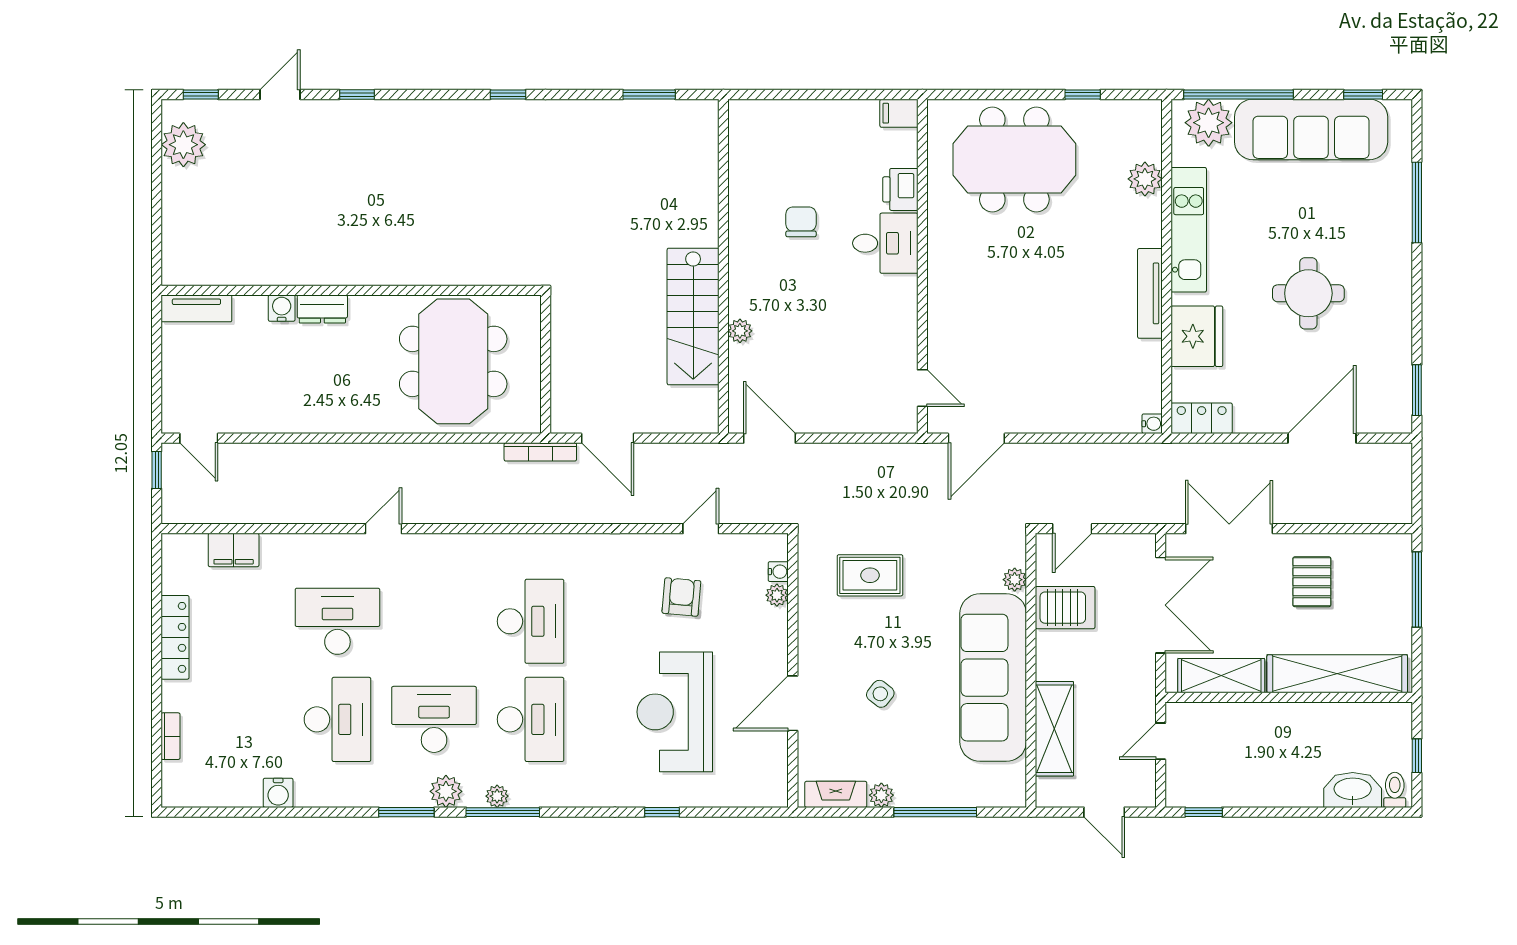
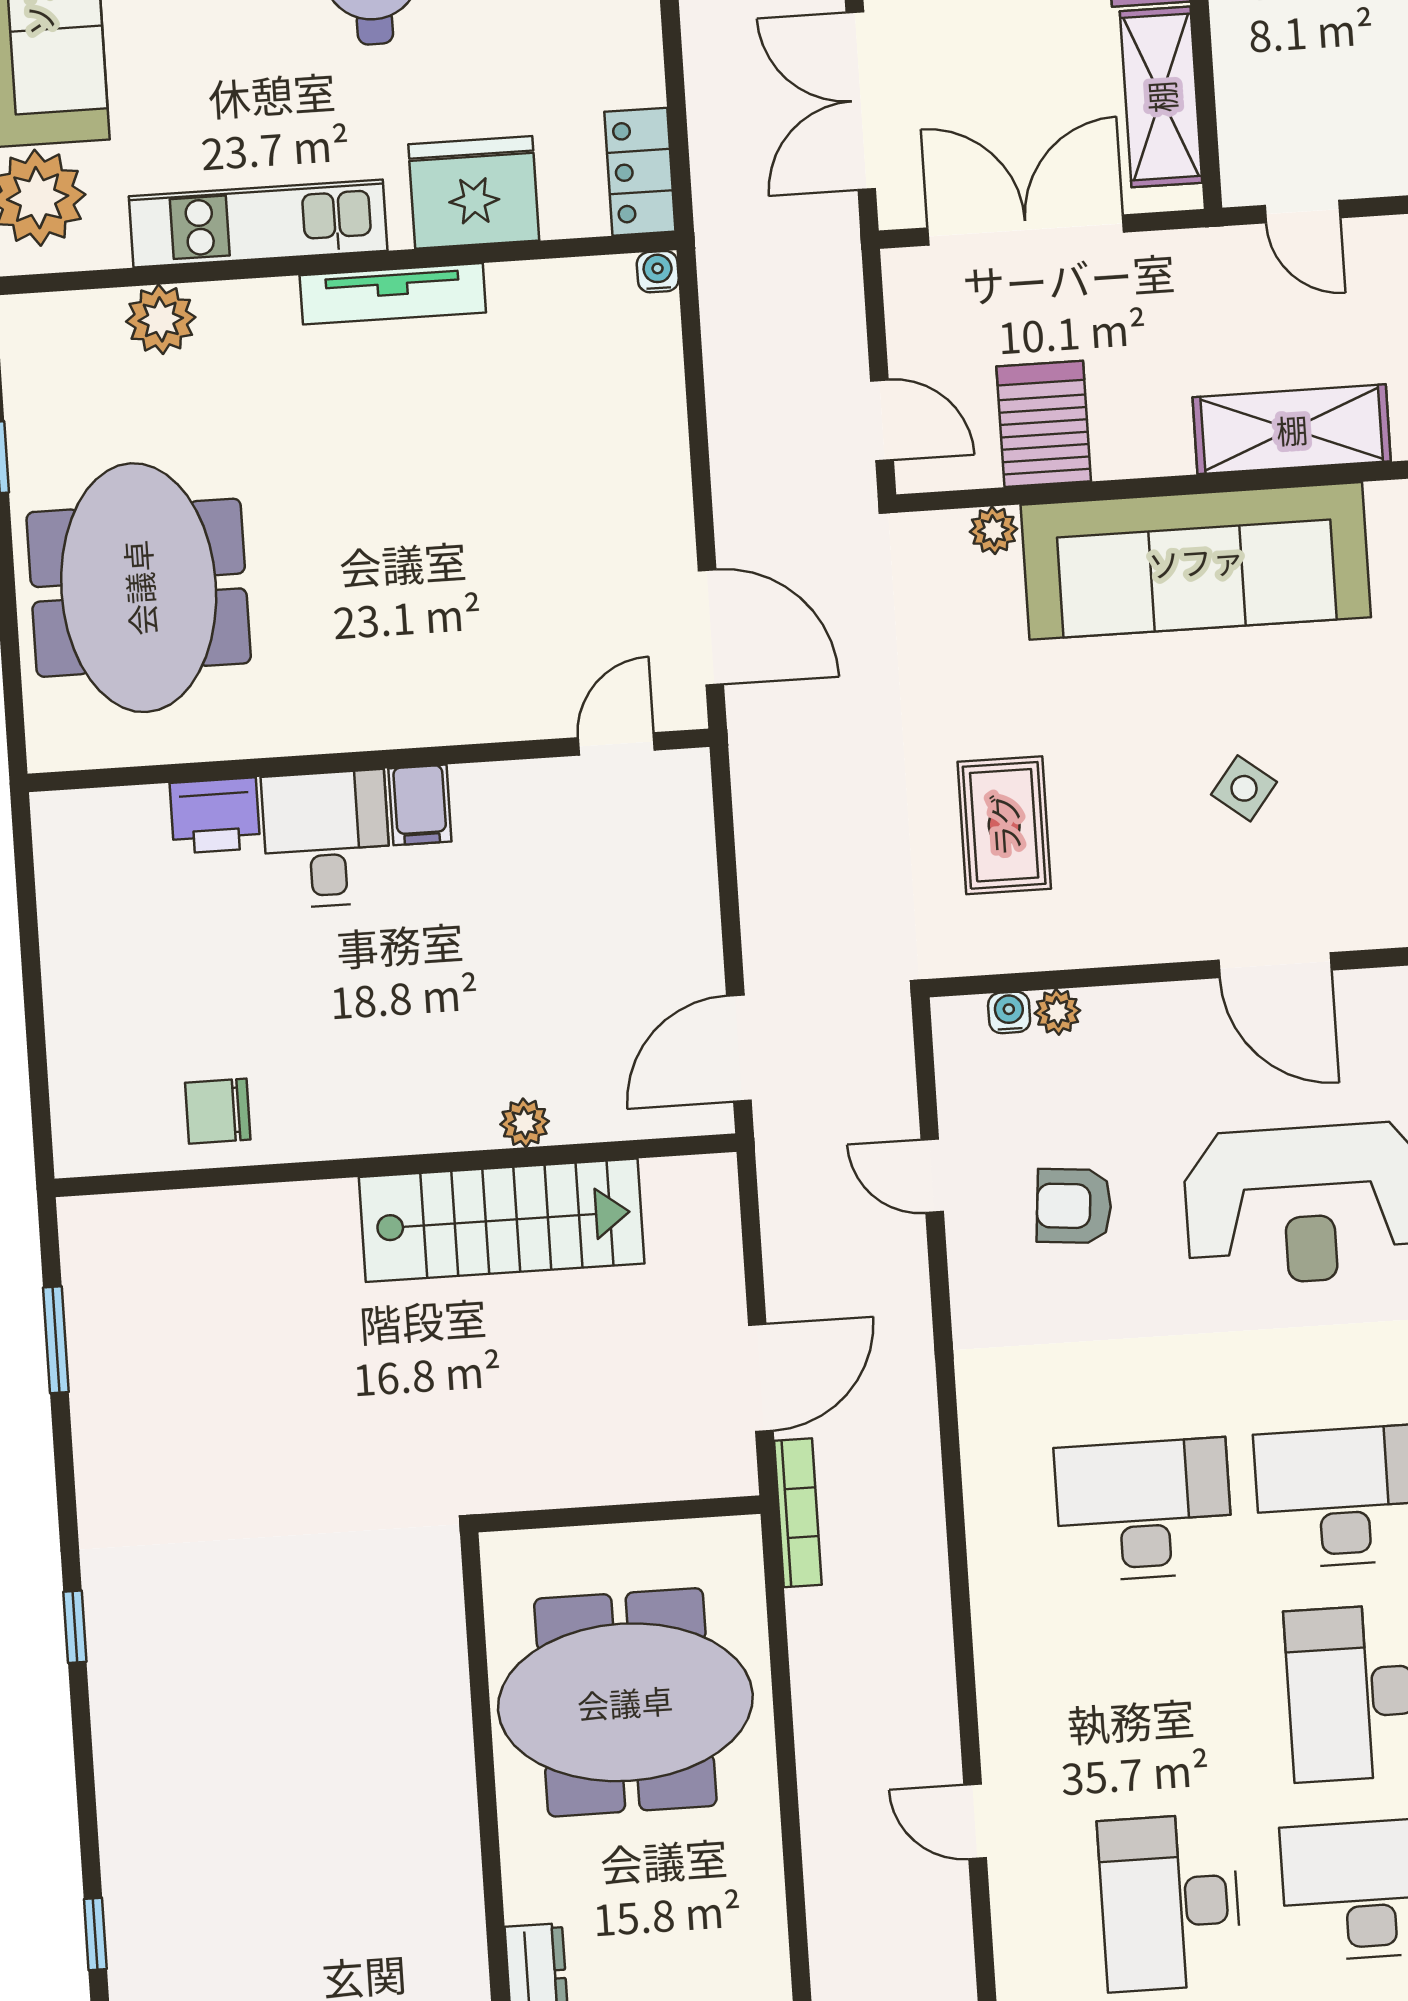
filing cabinet: (899, 113) -> (420, 805), moved
chair: (801, 222) -> (218, 1111), moved

